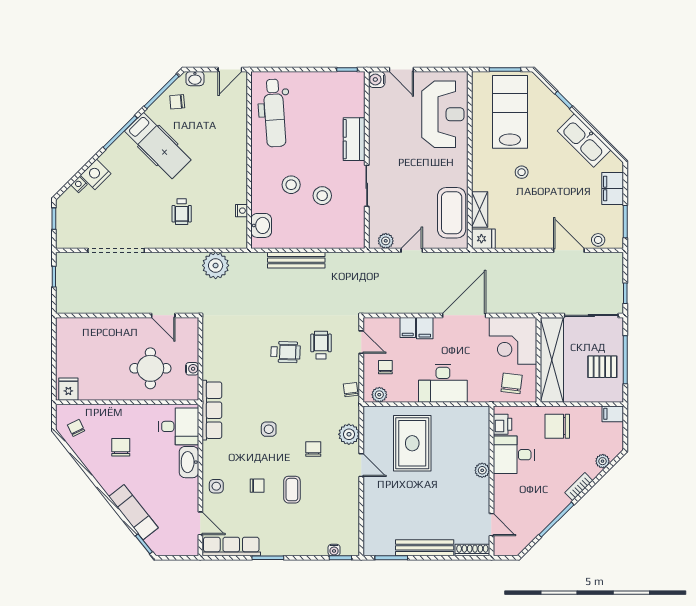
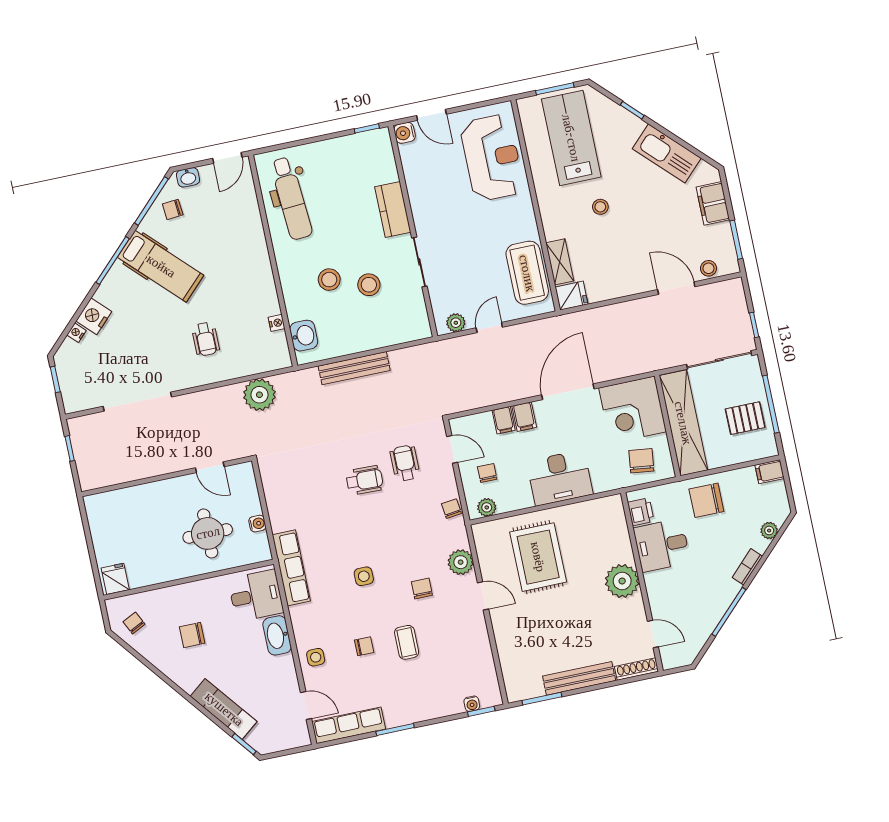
chair: (121, 447) -> (192, 635), turned -90
plant: (482, 470) -> (622, 581), width x1.88, depth x1.88

